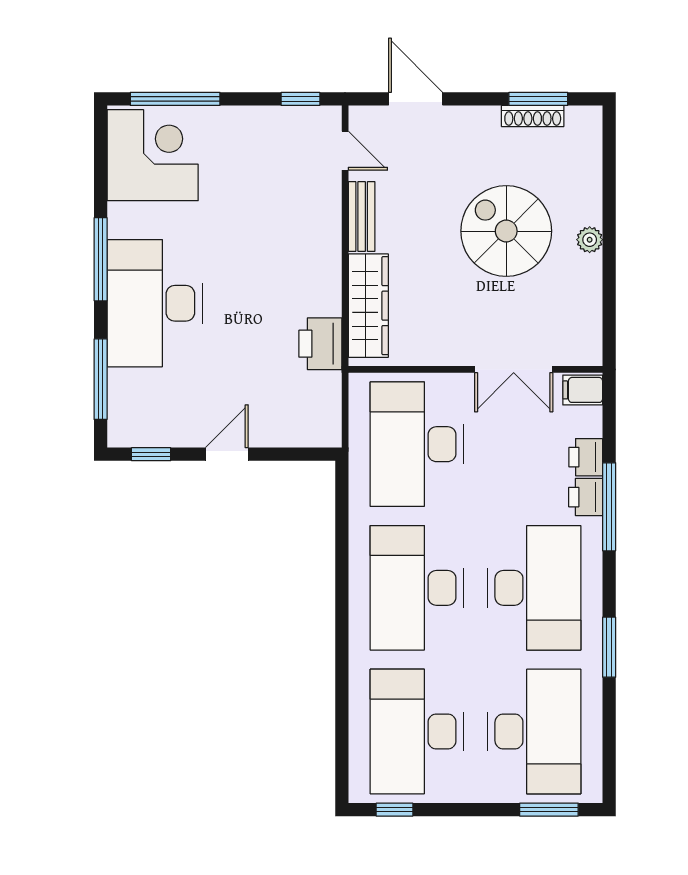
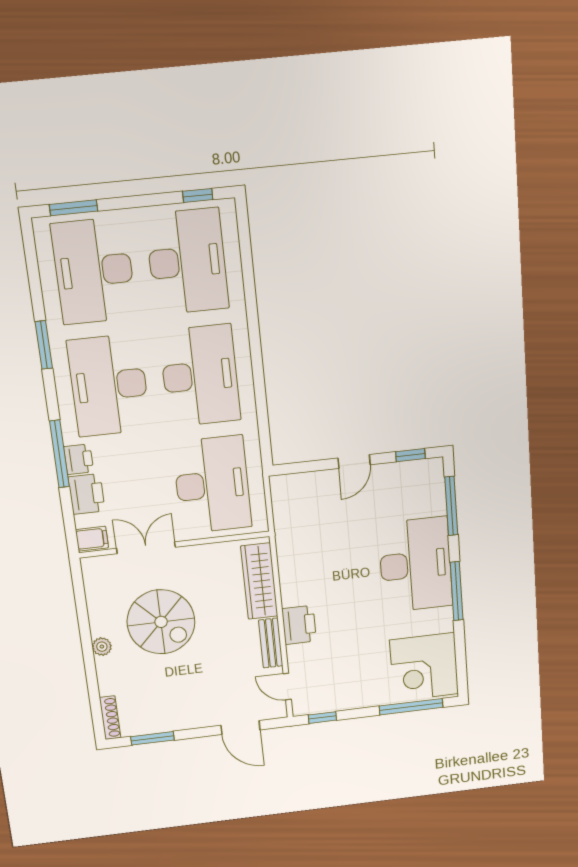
shoe rack: (533, 116) -> (110, 718), moved, turned 90
spiral stairs: (506, 231) -> (161, 622), moved
printer: (320, 344) -> (299, 625), moved
printer: (586, 457) -> (87, 494), width x1.36, depth x1.24

